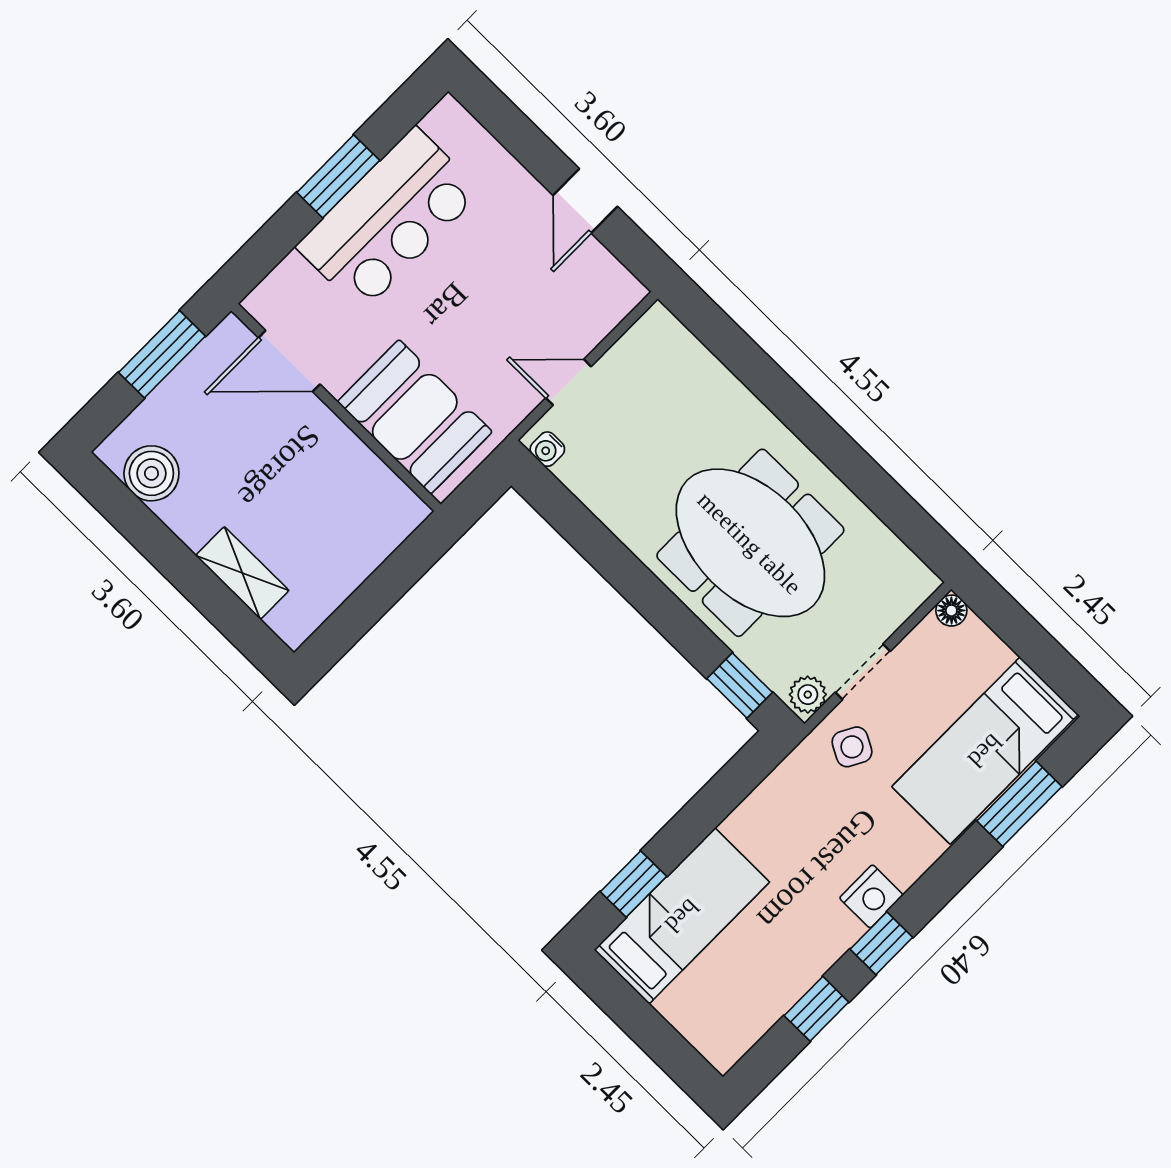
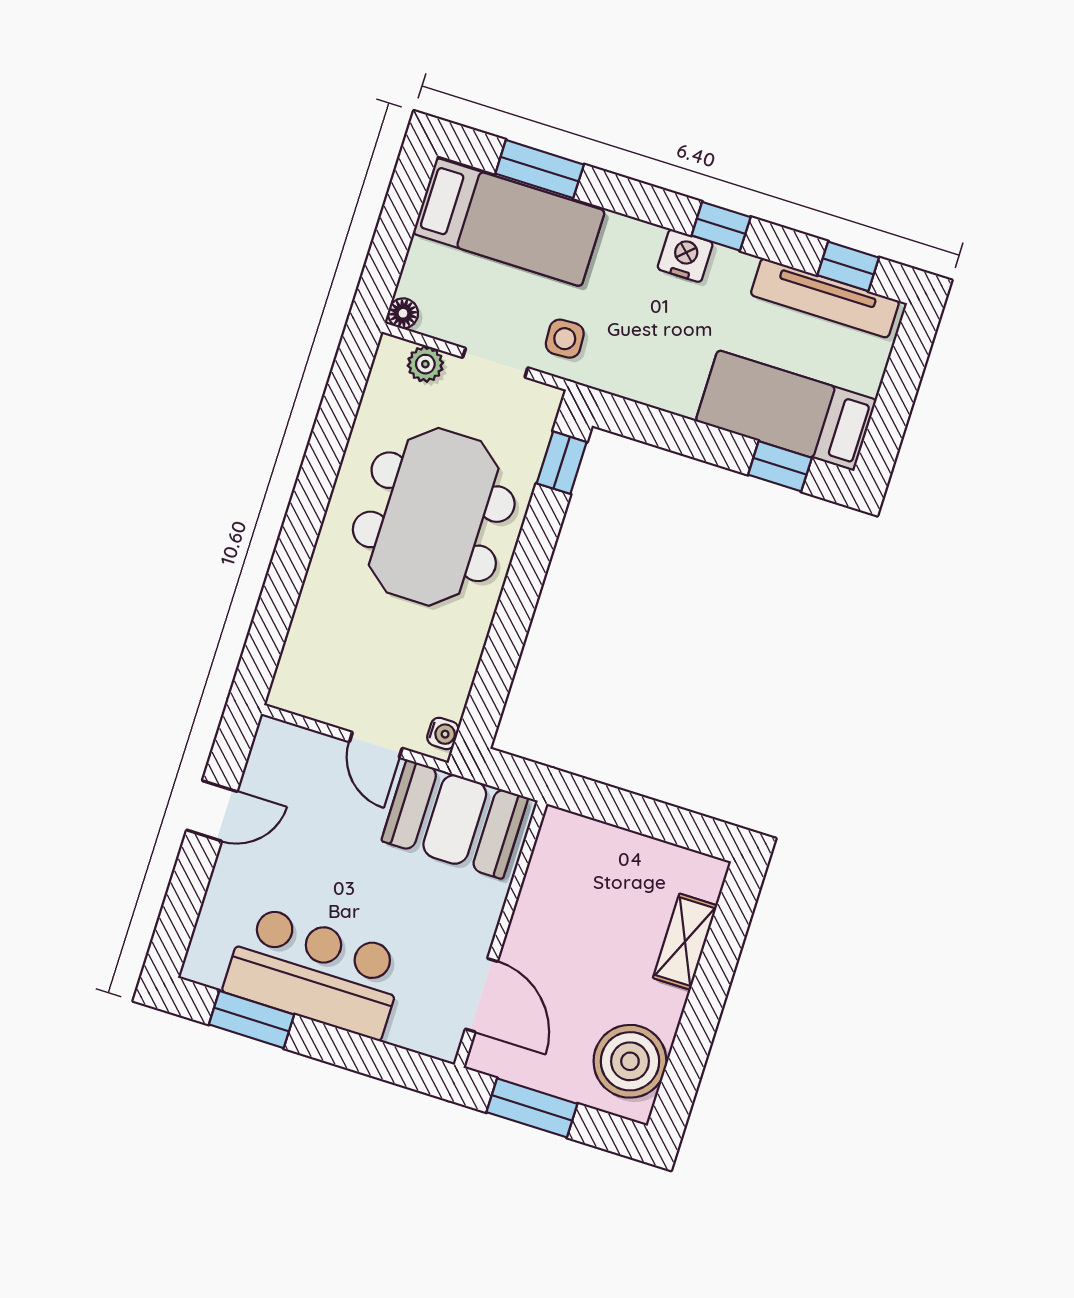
window: (338, 176) -> (251, 1019), moved
booth: (415, 417) -> (455, 819), moved, turned 90
boiler: (151, 473) -> (630, 1061), width x1.37, depth x1.37
plant: (808, 695) -> (425, 364), moved
side table: (852, 747) -> (565, 339), turned -31
tv unit: (767, 1005) -> (825, 298), added
window: (816, 1009) -> (848, 266), moved

